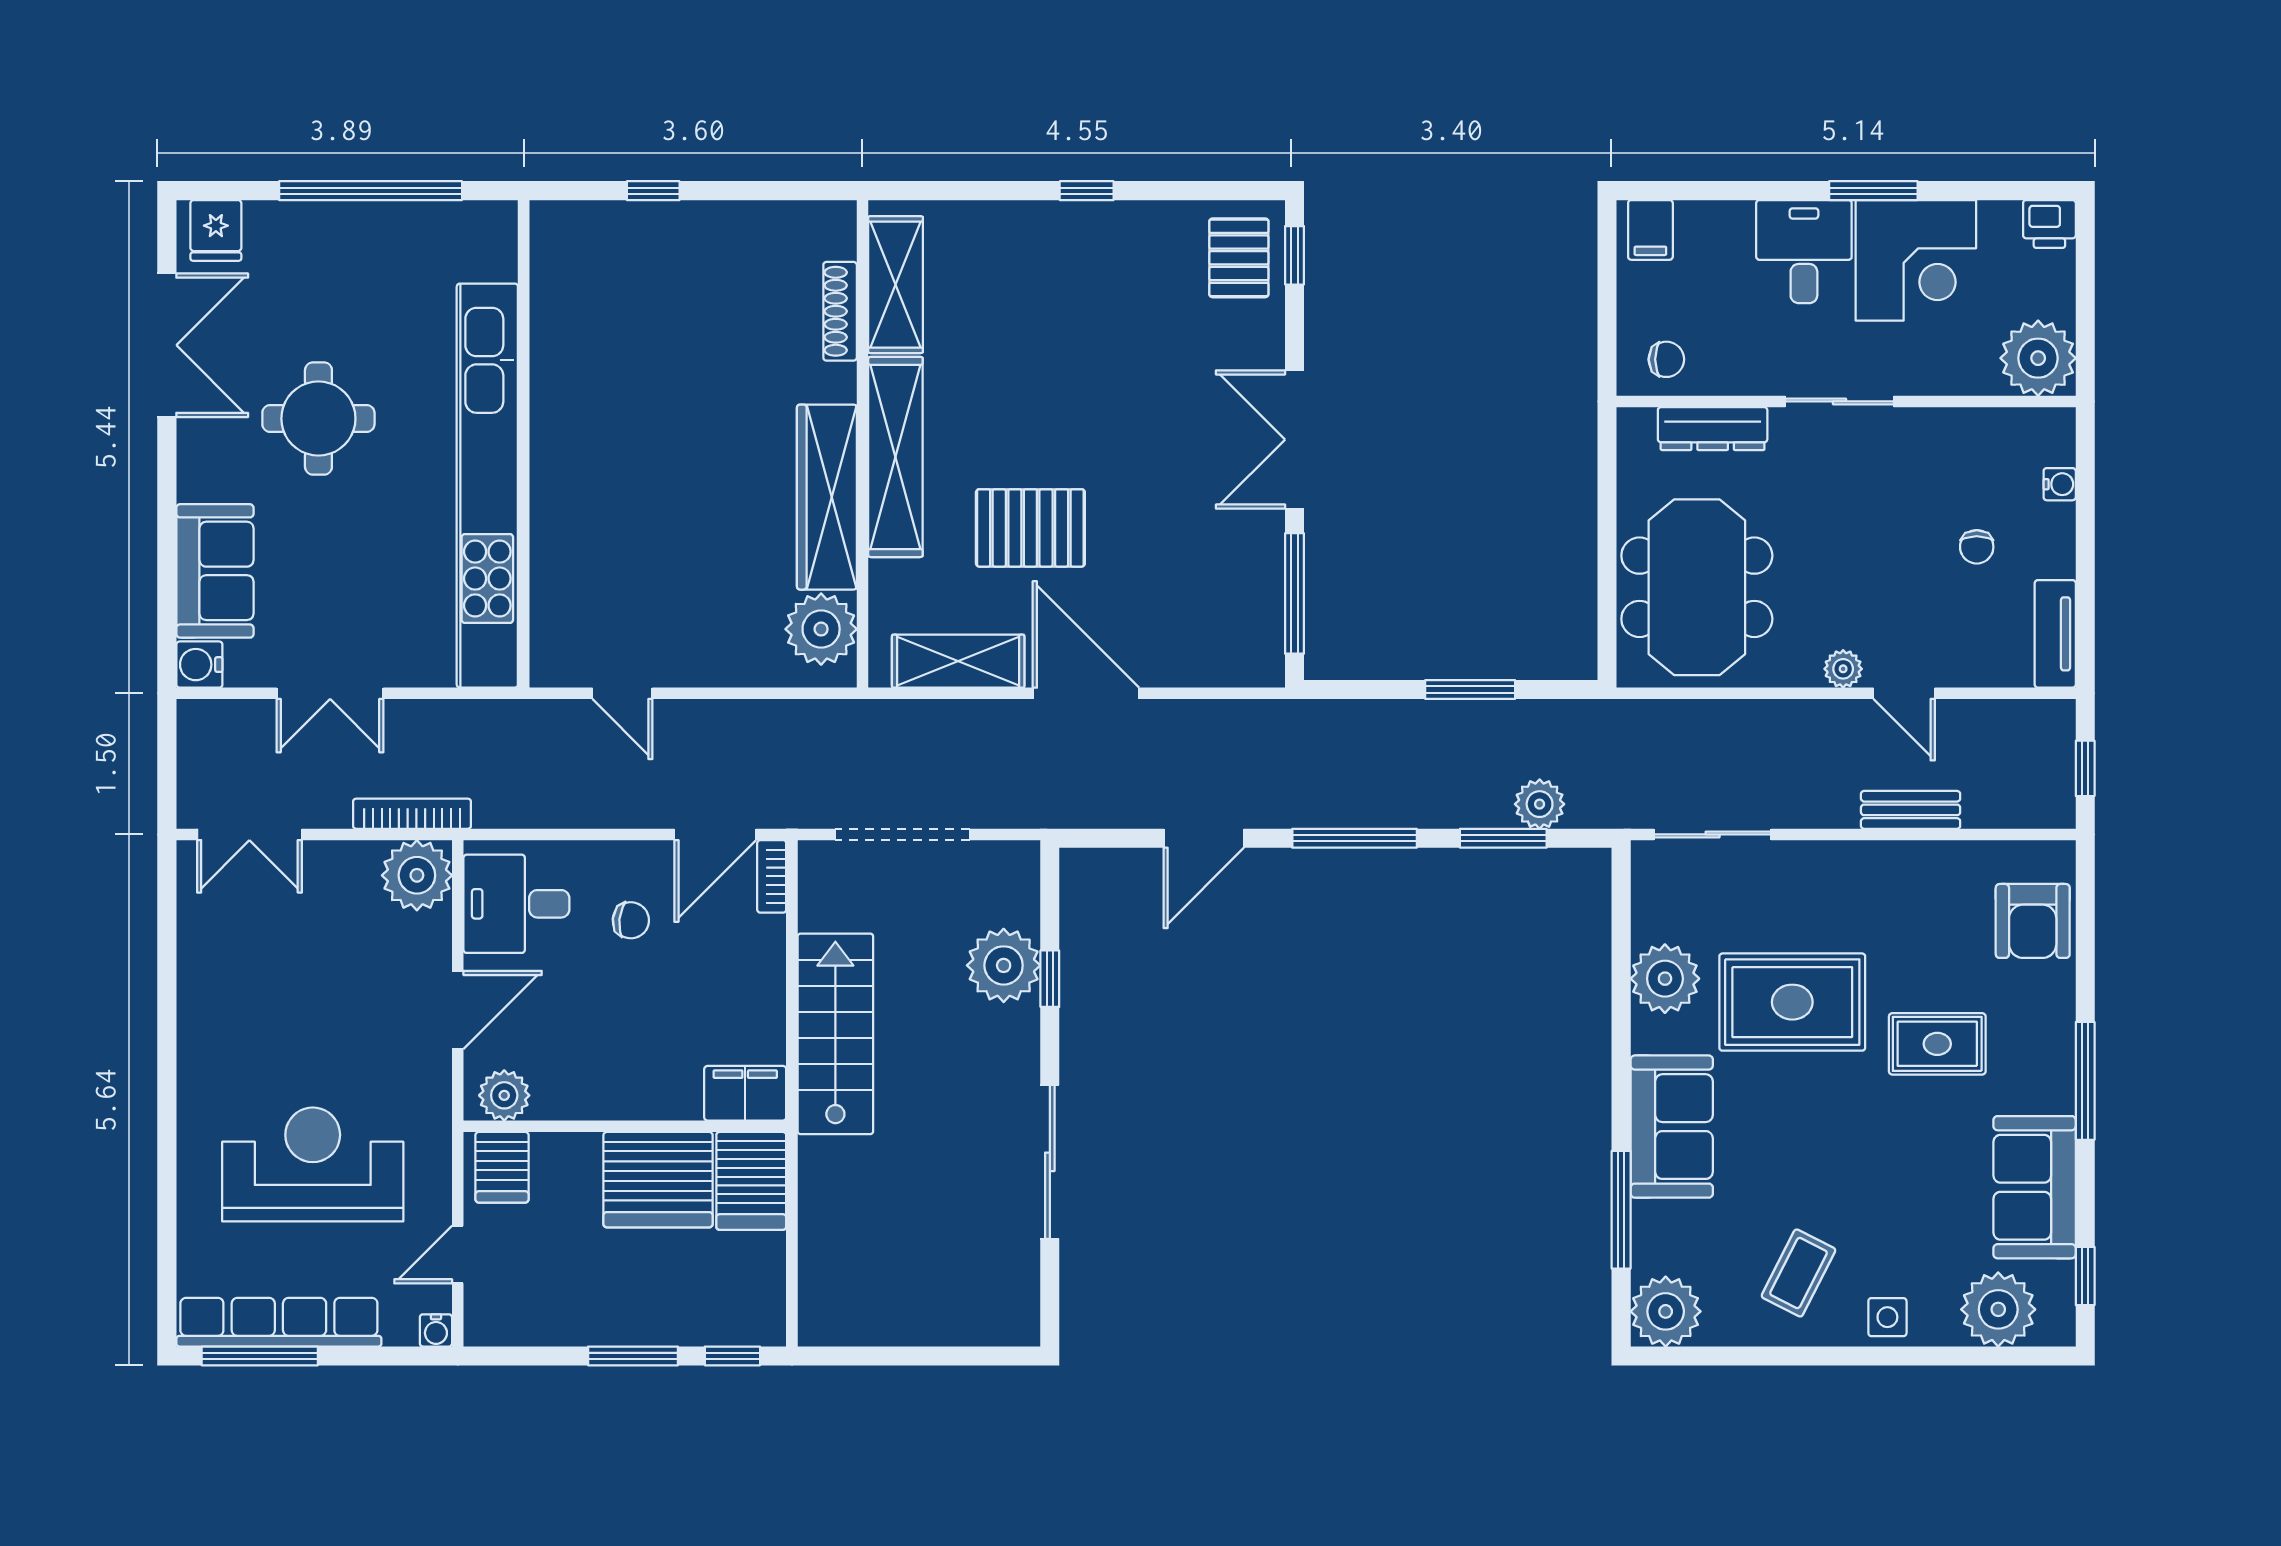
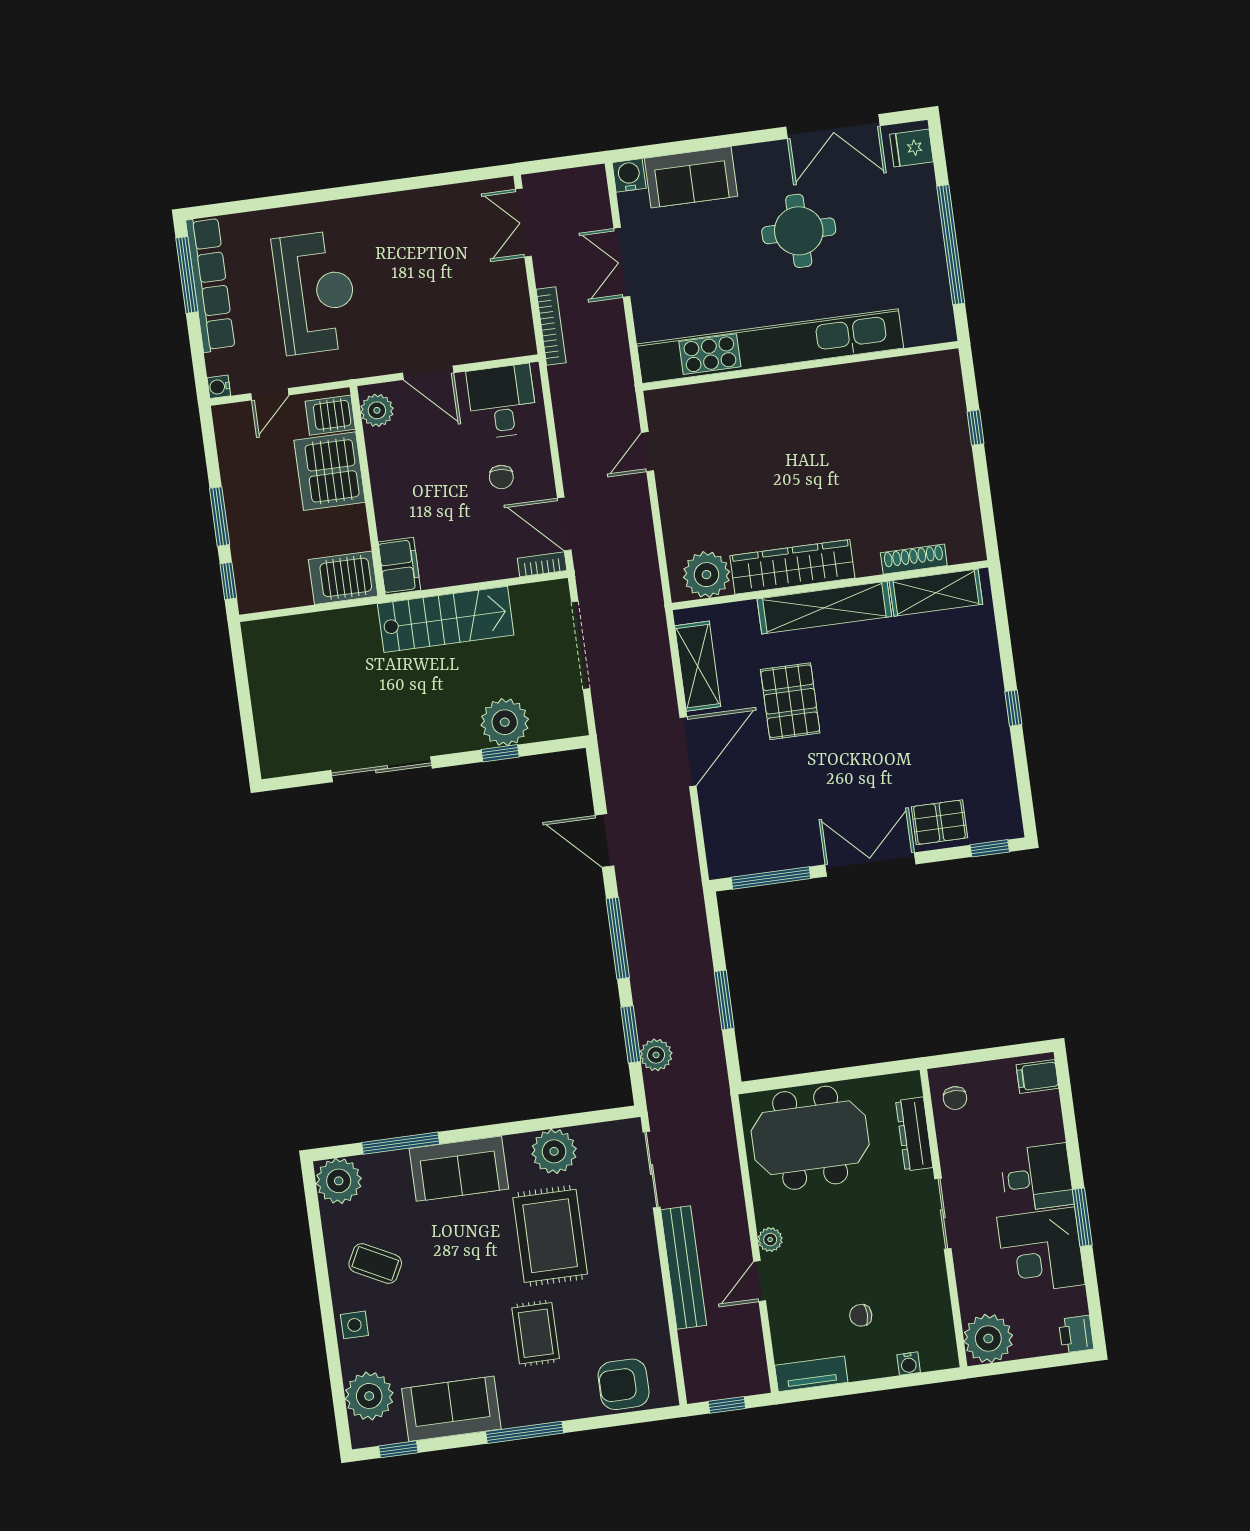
pallet: (1239, 258) -> (939, 822), moved
bench: (1911, 810) -> (684, 1267), width x1.86, depth x1.21
plant: (417, 875) -> (512, 335), removed
server rack: (658, 1180) -> (330, 471), moved
door: (458, 1255) -> (270, 394), swing flipped

